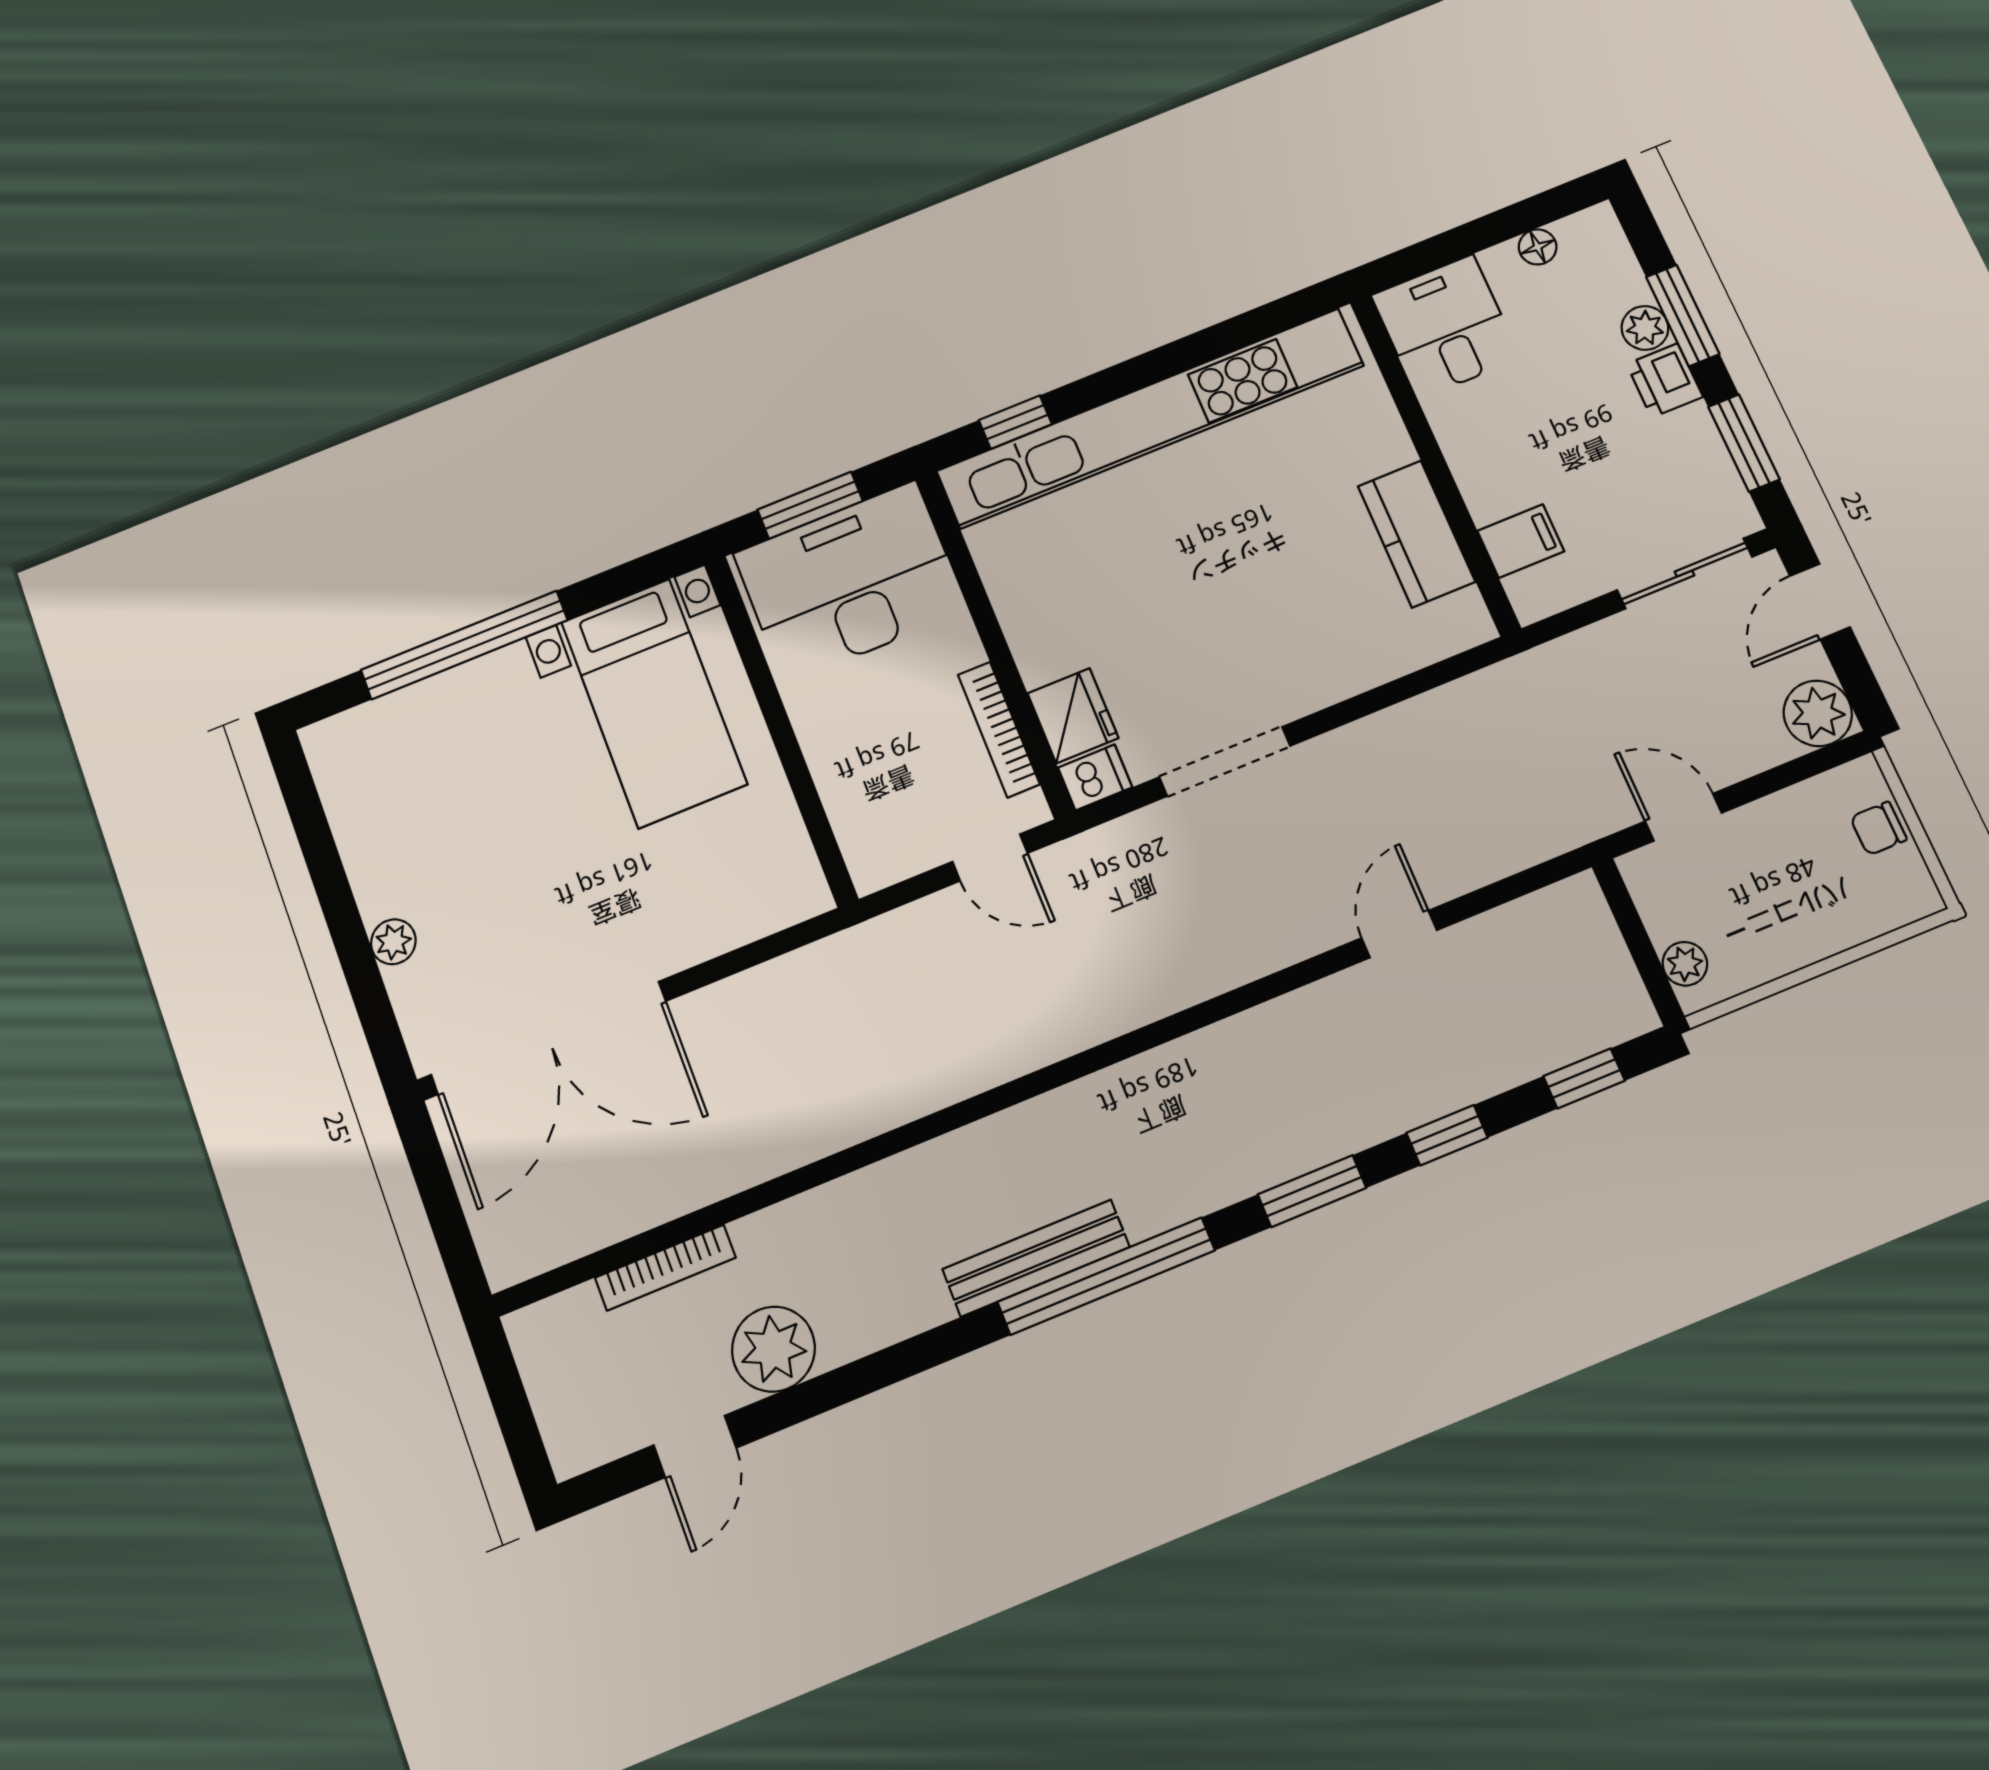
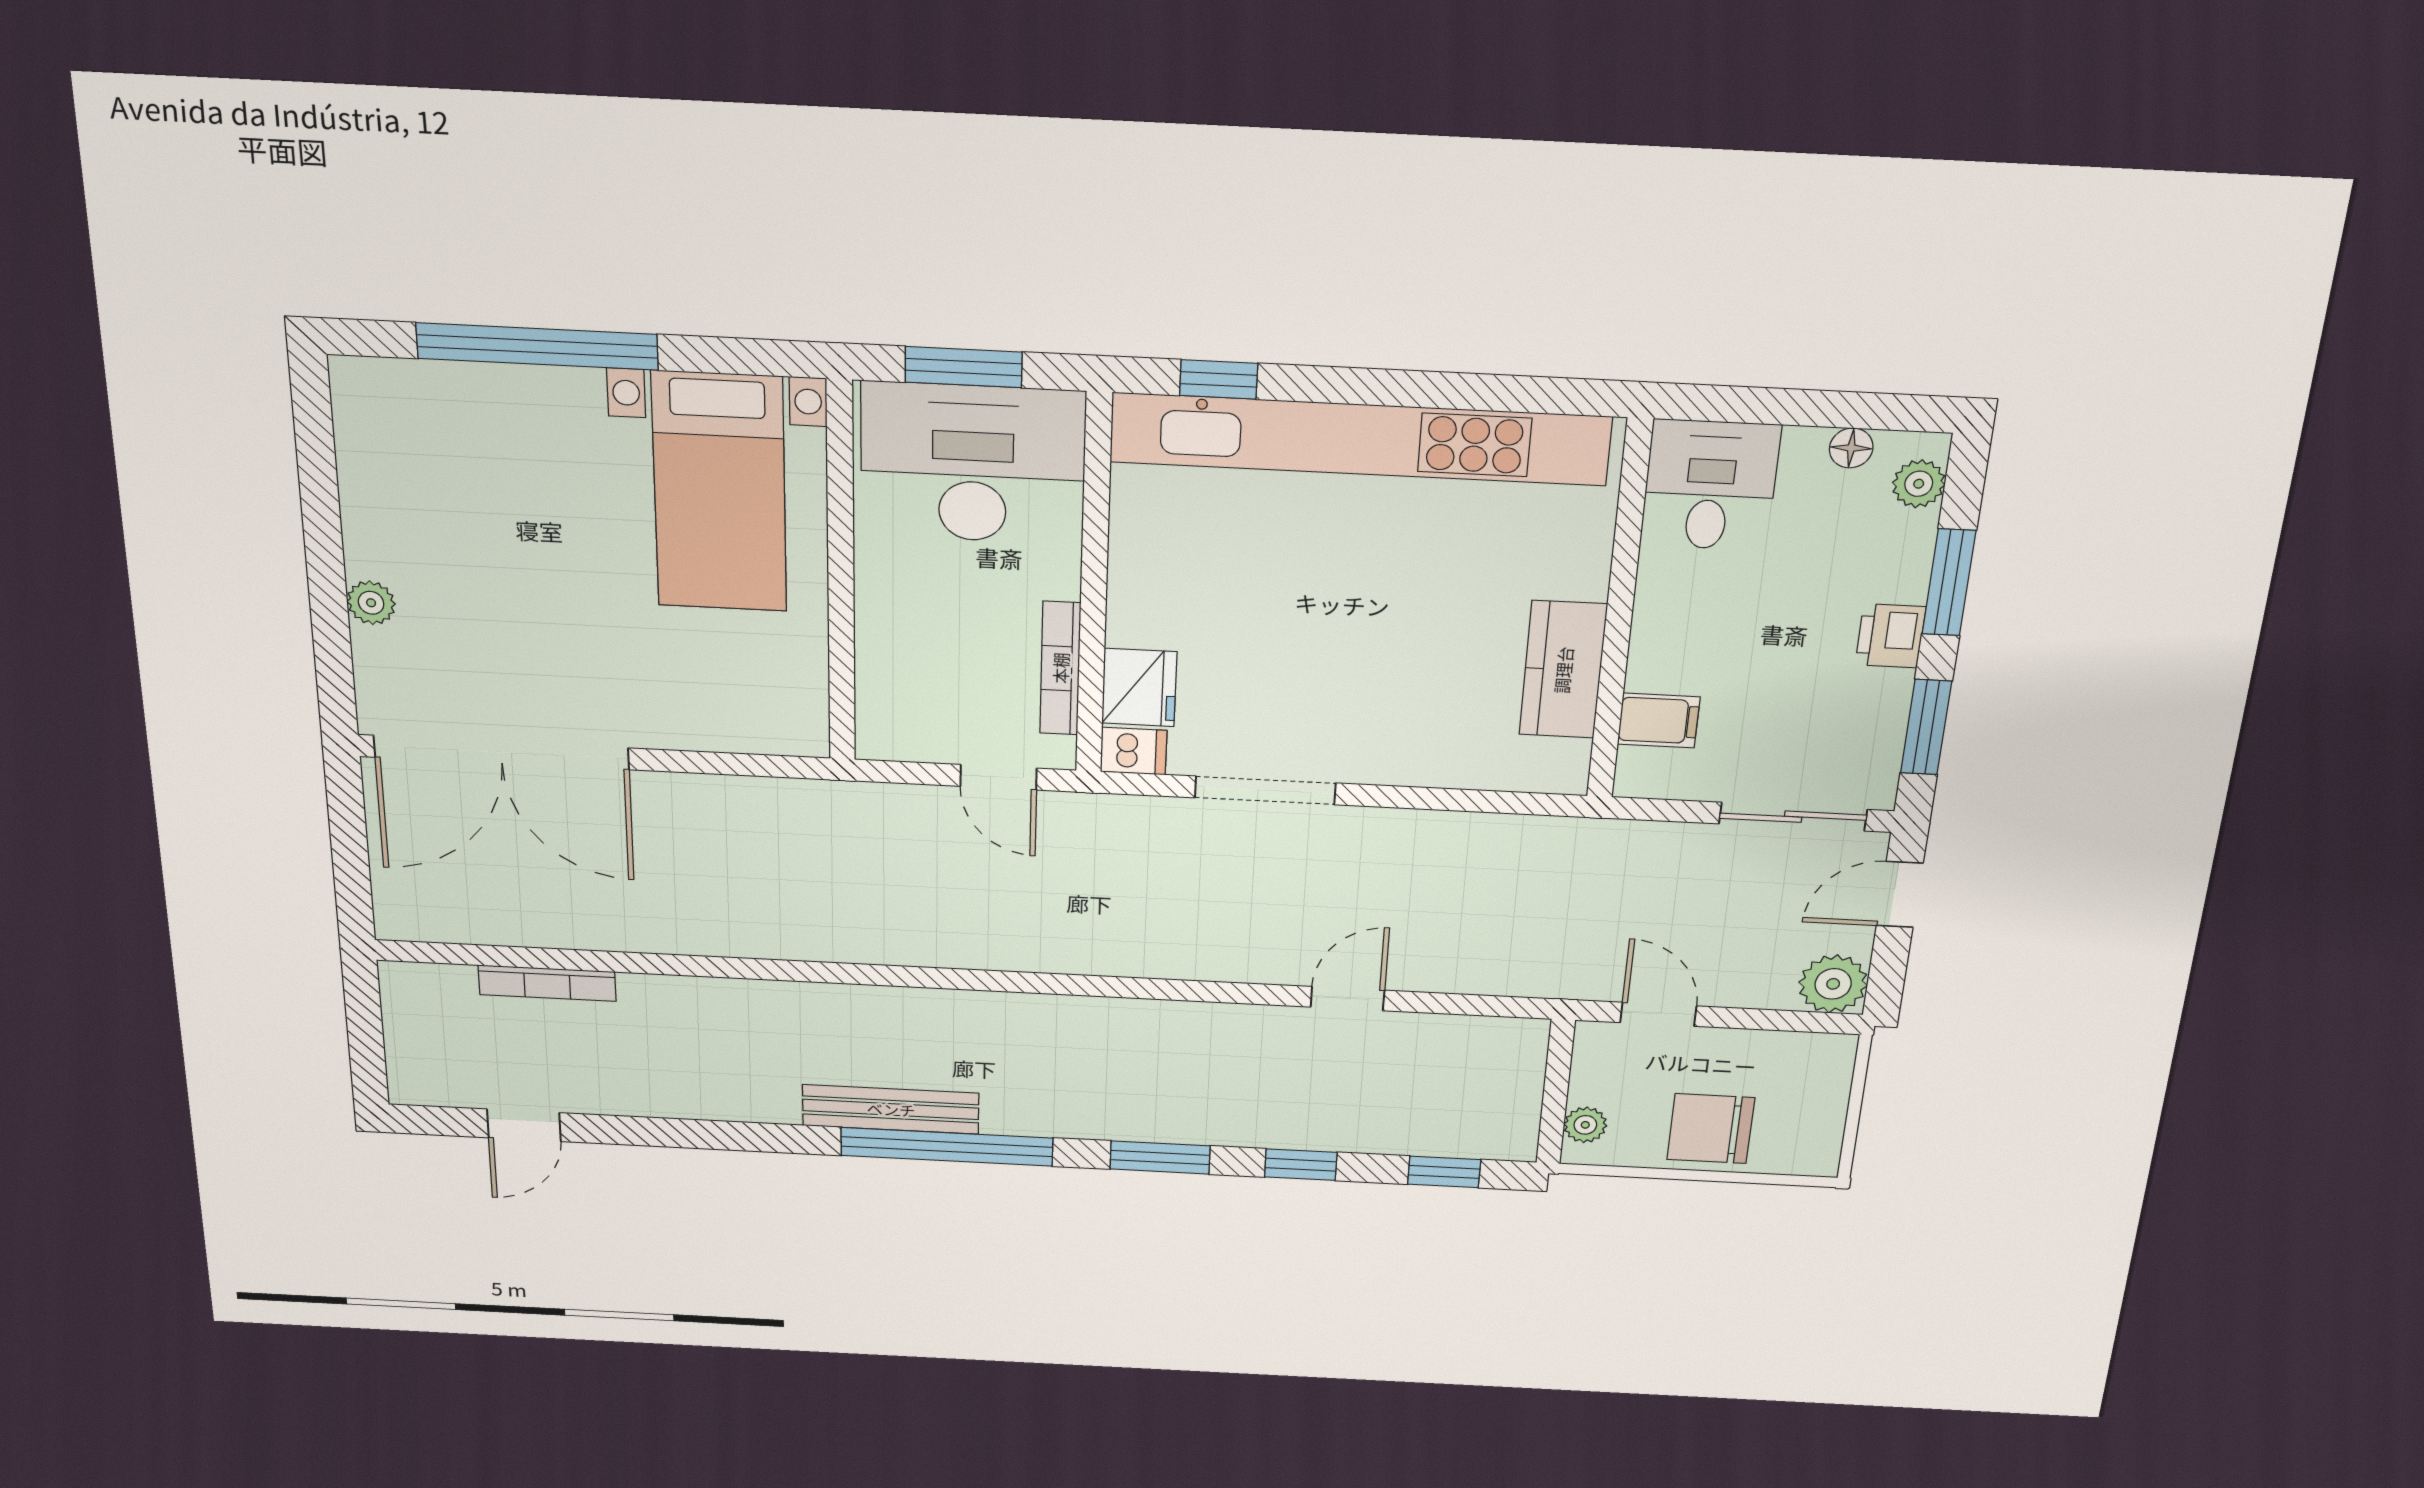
plant: (1645, 328) -> (1919, 484), moved
chair: (1878, 828) -> (1711, 1129), moved, width x1.87, depth x1.87
plant: (773, 1349) -> (623, 1083), removed

